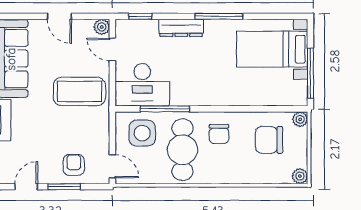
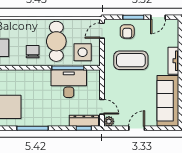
door: (59, 16) -> (137, 128), hinge flipped
dresser: (181, 28) -> (84, 121), moved
desk: (142, 85) -> (69, 84), moved
coffee table: (79, 91) -> (131, 60), moved
door: (112, 166) -> (102, 31), hinge flipped

